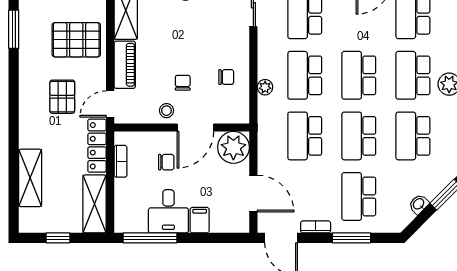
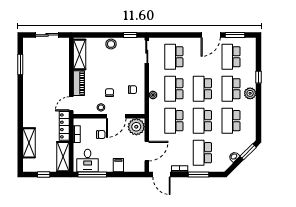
pallet: (76, 40) -> (53, 70), removed
pallet: (62, 97) -> (46, 100), removed
door: (253, 194) -> (147, 151), hinge flipped
desk: (168, 211) -> (88, 160), moved

